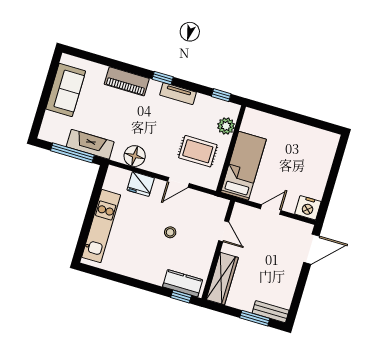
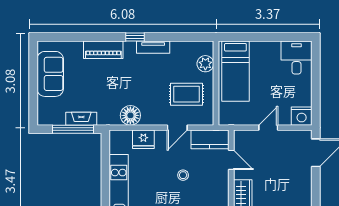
window: (221, 95) -> (193, 37), removed
fireplace: (90, 144) -> (81, 119), width x0.73, depth x0.76
desk: (320, 147) -> (296, 58), added
bed: (244, 166) -> (235, 71), moved, turned 180
kitchen counter: (208, 204) -> (210, 139), added

